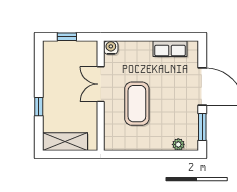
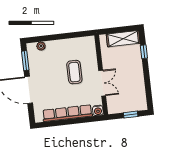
row of seats: (170, 49) -> (67, 113), width x2.02
coffee table: (137, 104) -> (74, 72), width x0.73, depth x0.76
window: (39, 107) -> (144, 52), moved

